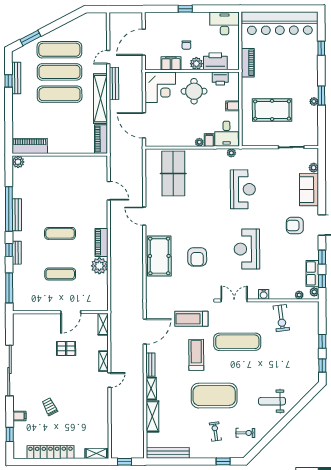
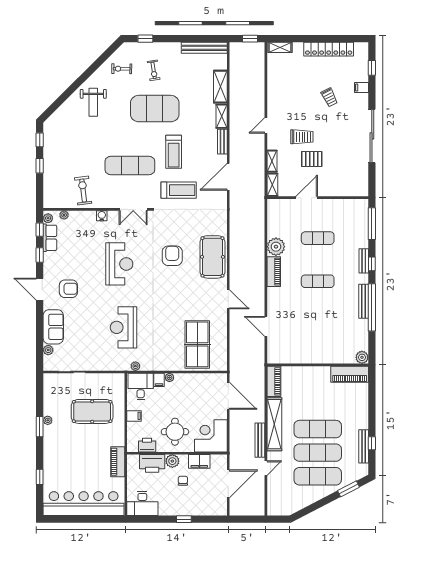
shelving: (104, 361) -> (272, 161), moved
trolley: (75, 369) -> (302, 137), added
weight bench: (272, 401) -> (93, 102), turned 90

